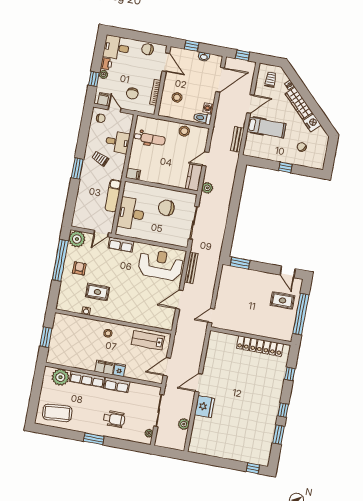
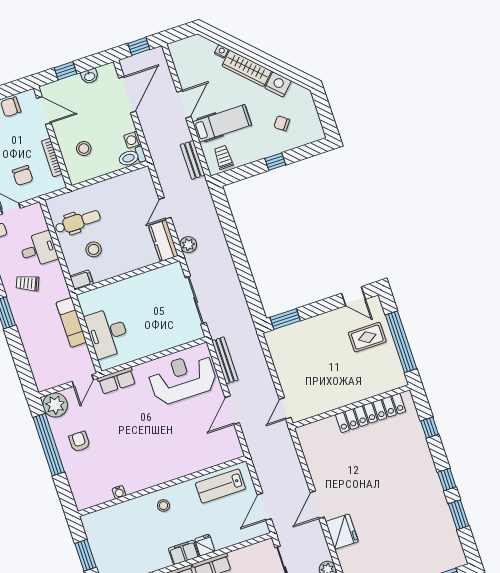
trolley: (271, 80) -> (223, 157), moved
stool: (184, 131) -> (94, 249), moved
chair: (166, 208) -> (149, 300), removed
rug: (97, 292) -> (120, 459), removed

